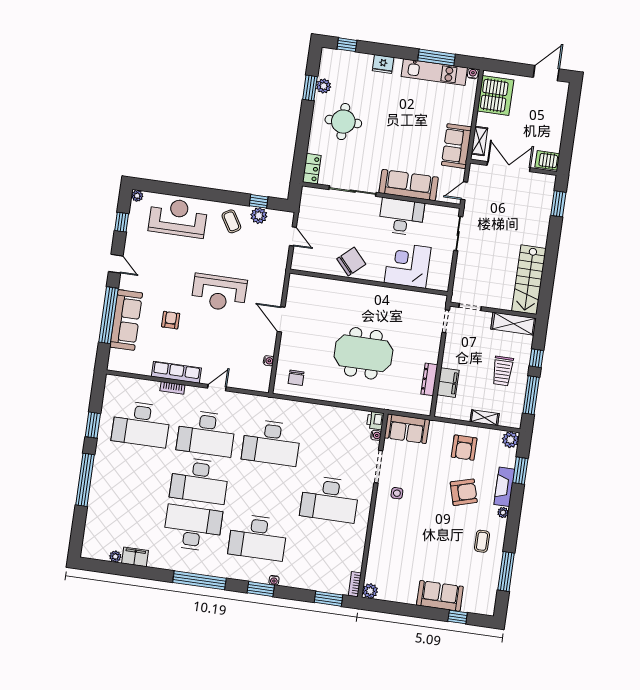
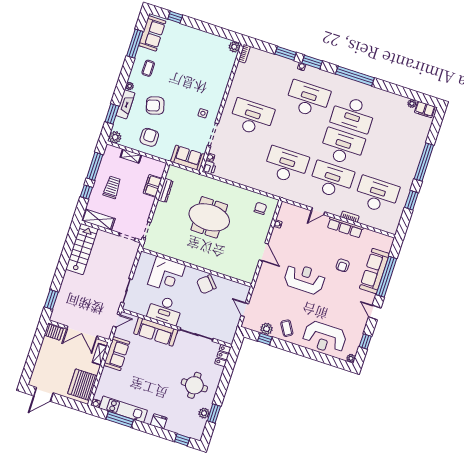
filing cabinet: (135, 557) -> (425, 110), moved
sofa: (440, 596) -> (152, 33), moved, turned -90
window: (329, 599) -> (286, 53), moved

